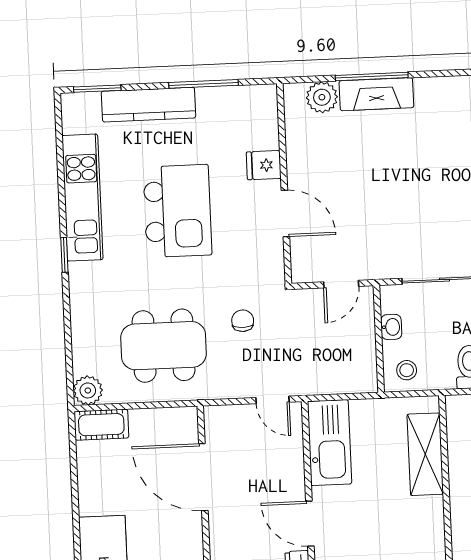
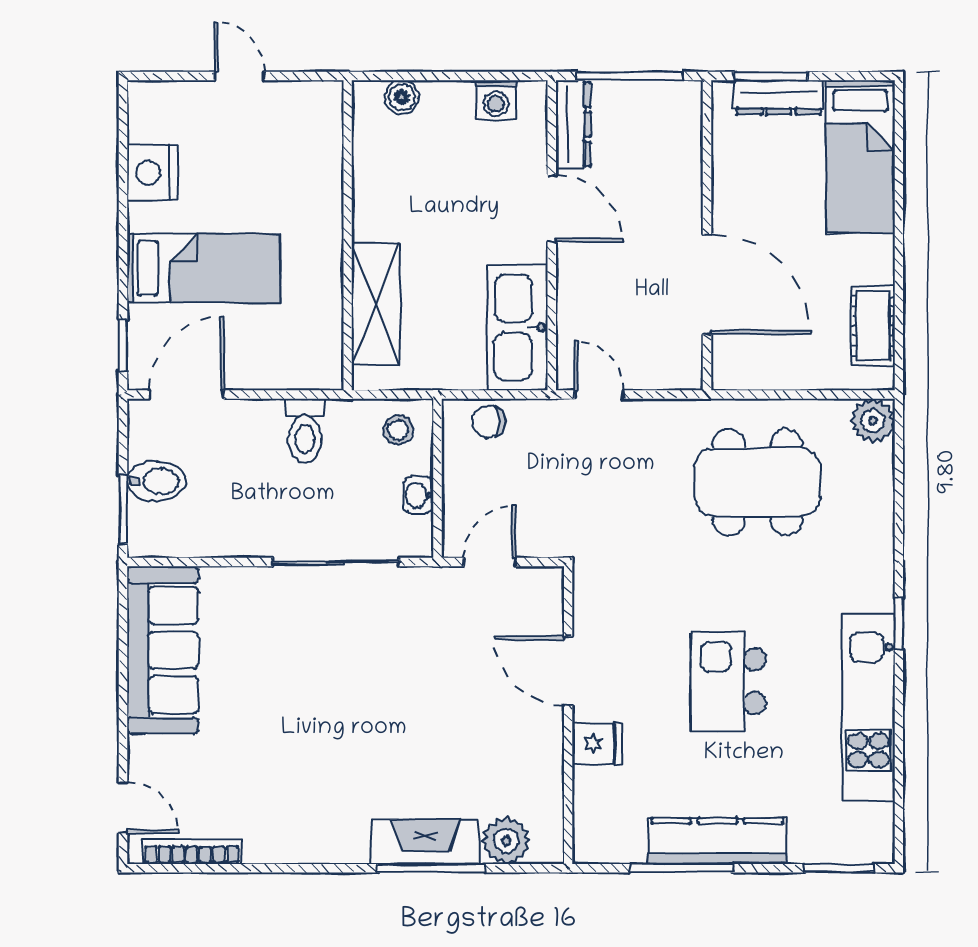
kitchen counter: (148, 105) -> (717, 841), moved
kitchen island: (177, 211) -> (728, 681), width x0.73, depth x0.78
chair: (243, 321) -> (488, 421), moved, turned 90
cot: (101, 425) -> (873, 326), moved, turned 90

